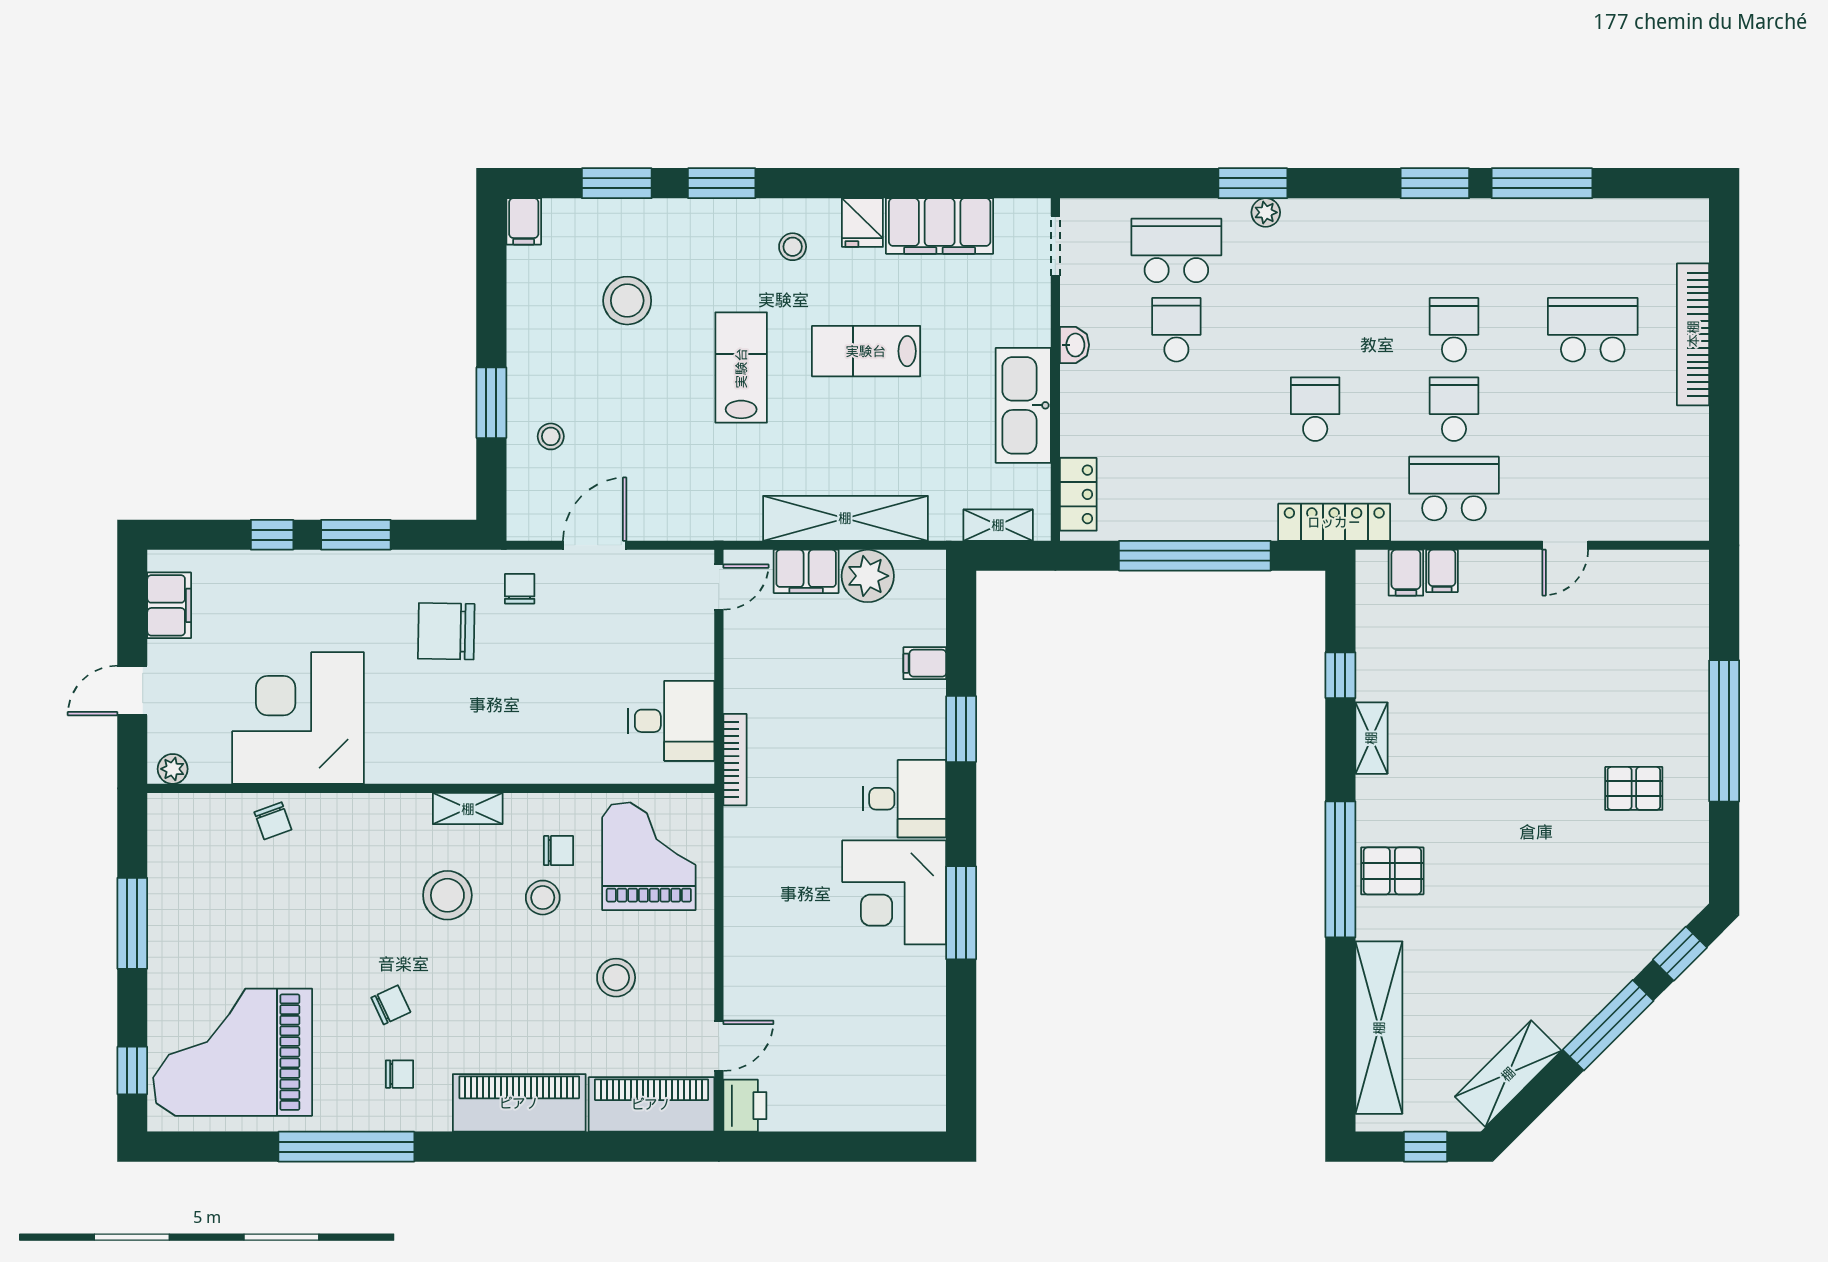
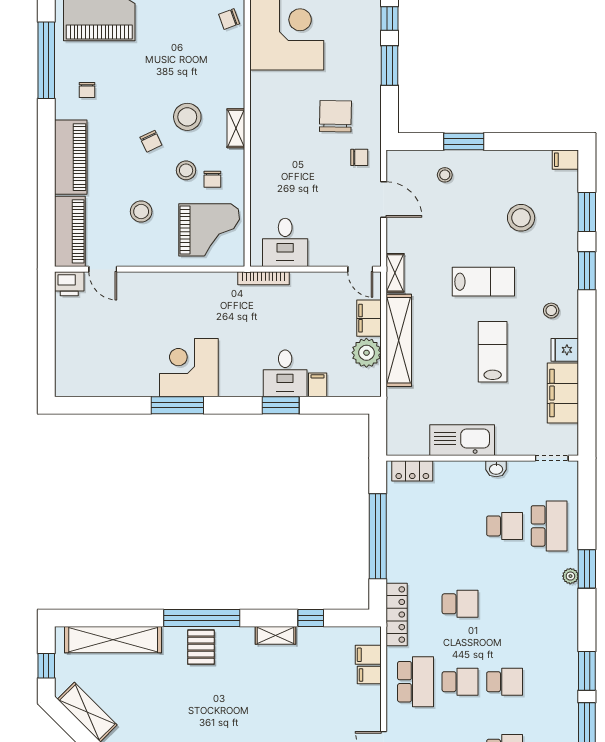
shelving: (998, 525) -> (395, 273), moved
desk: (904, 799) -> (285, 373), moved
chair: (391, 1005) -> (151, 141), moved

